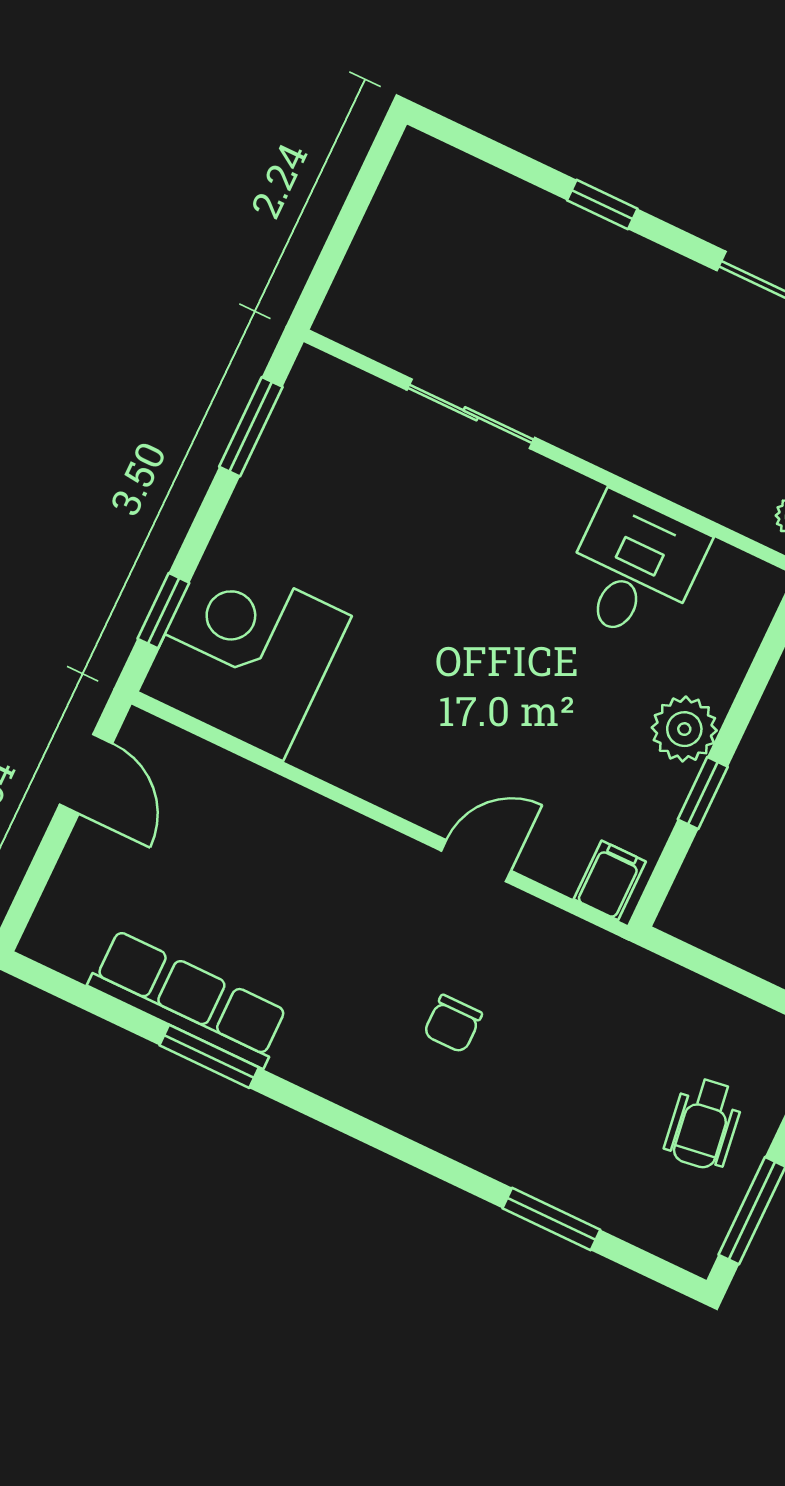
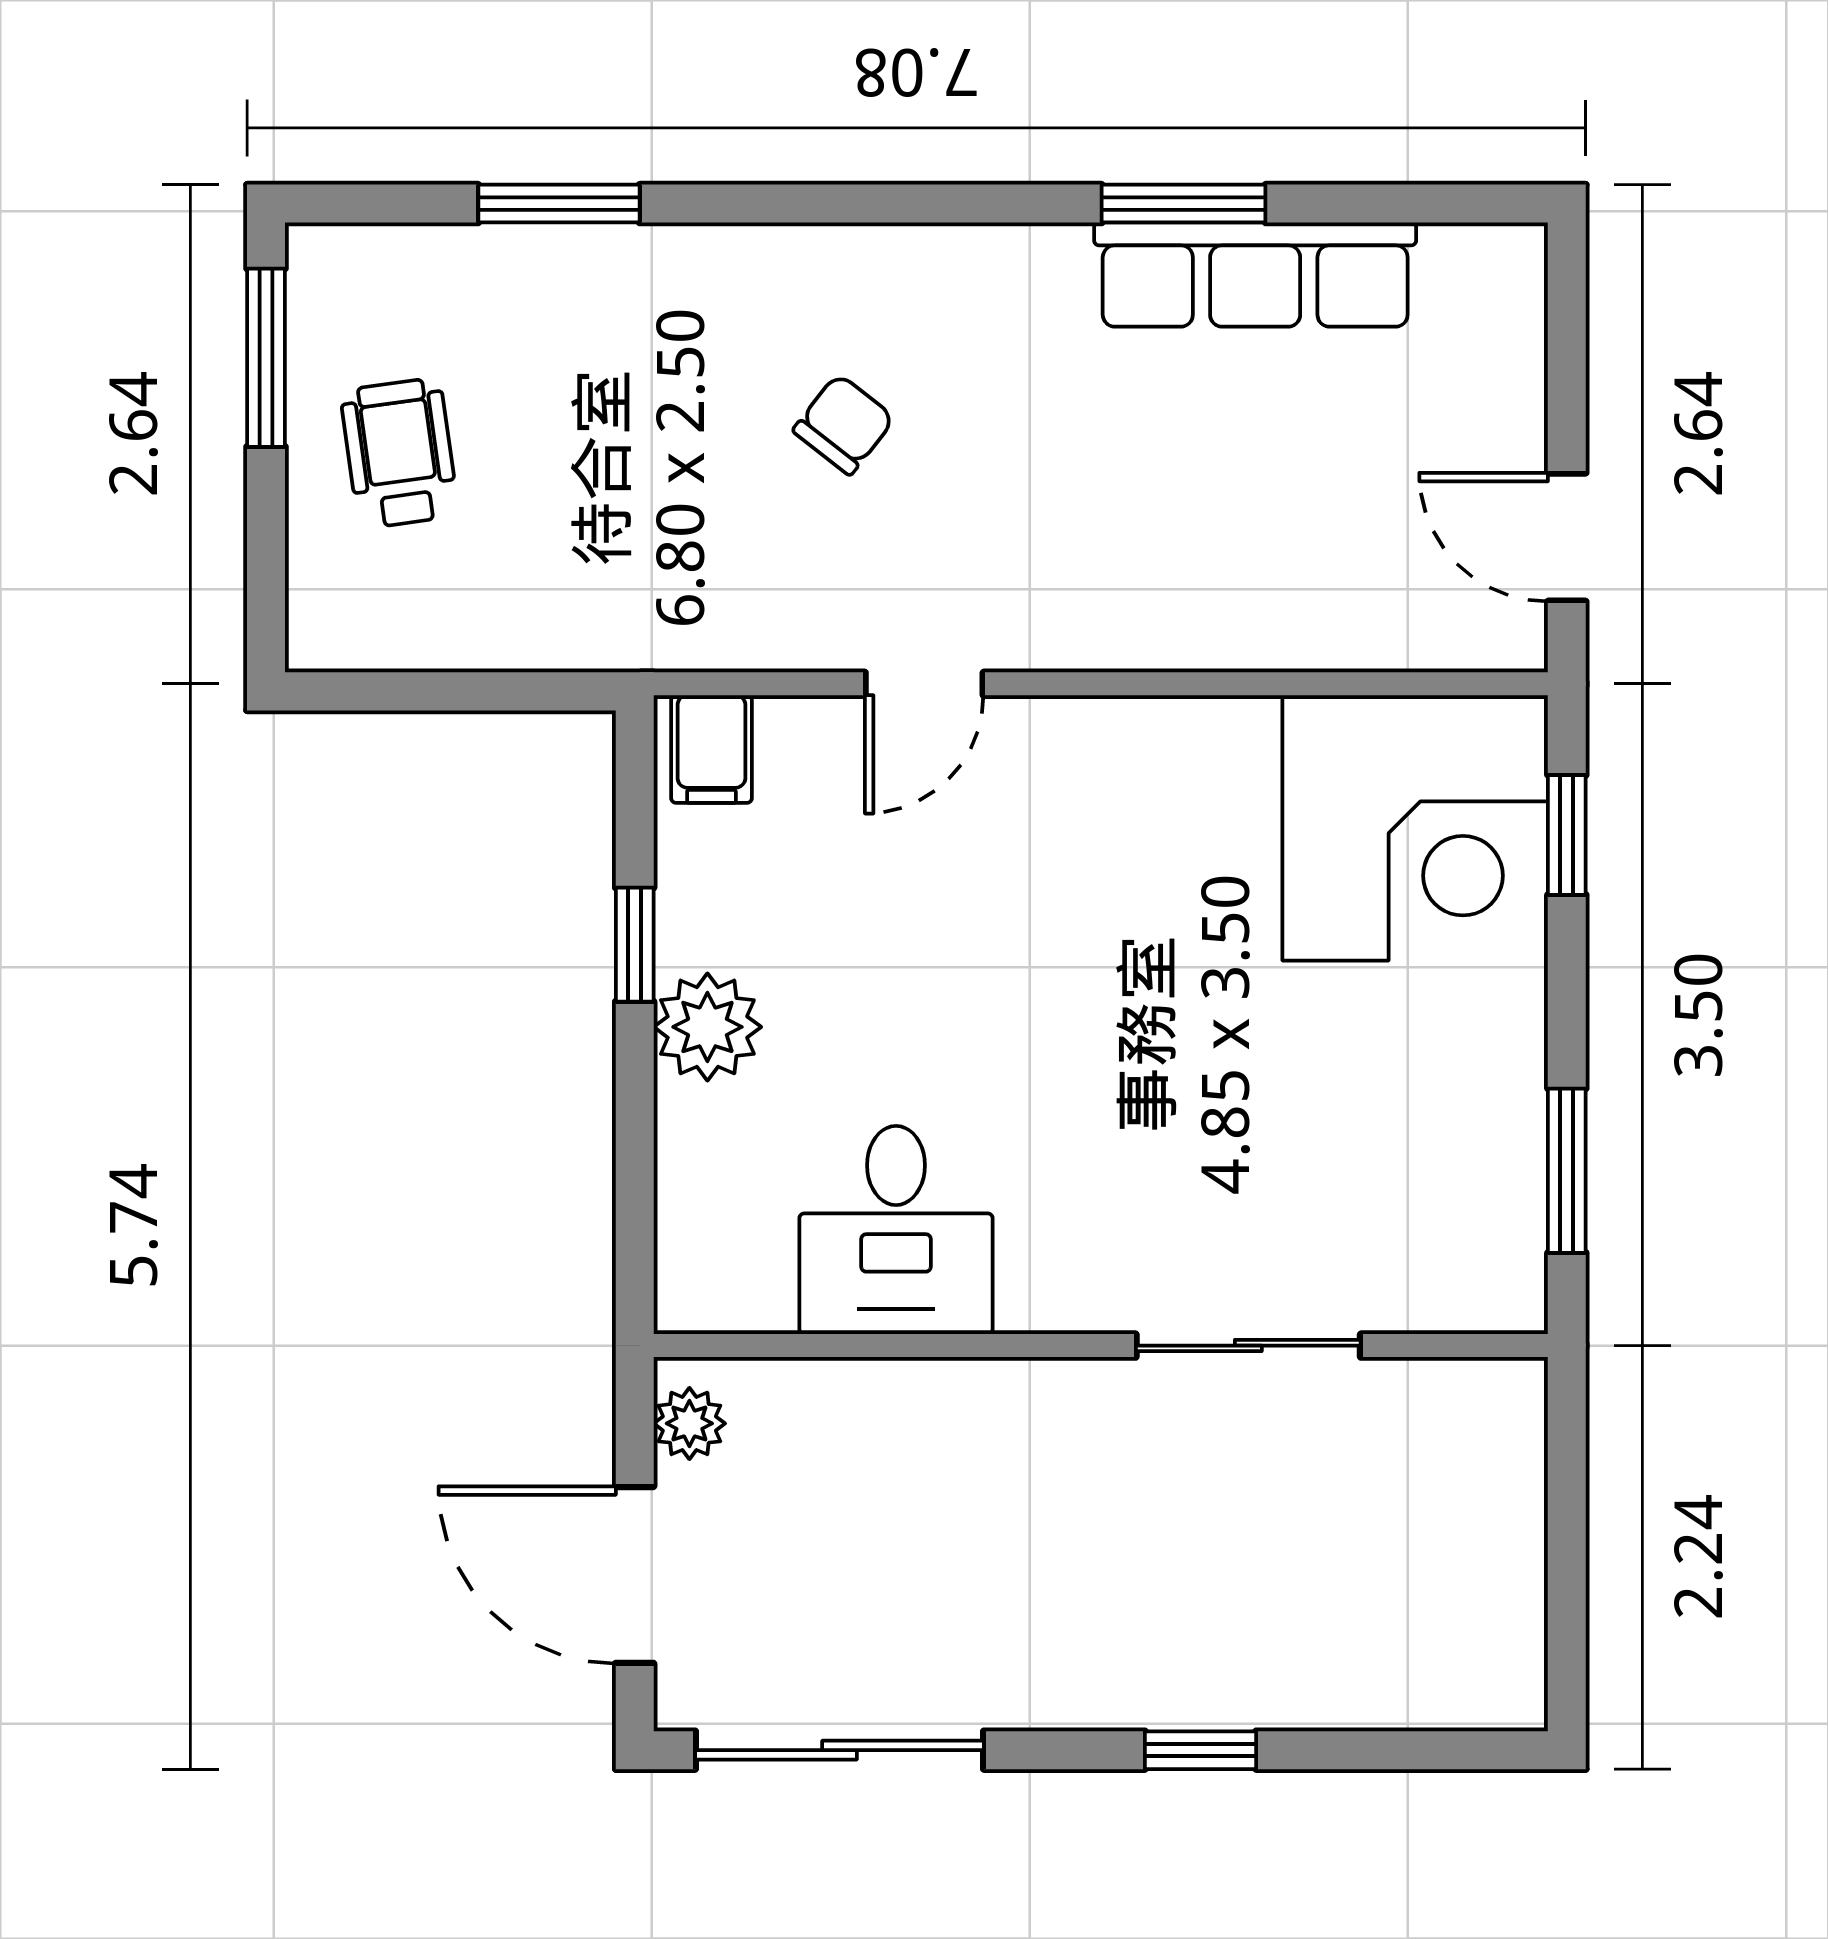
chair: (453, 1024) -> (844, 424), turned 38

